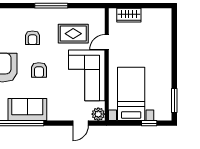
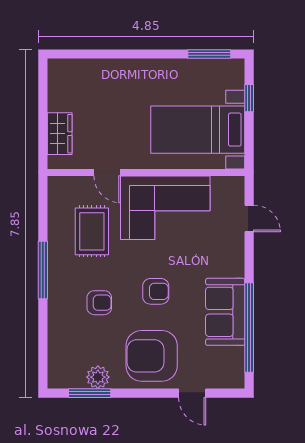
plant: (98, 114) -> (233, 187), removed

